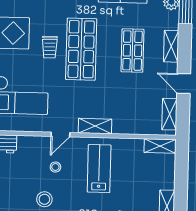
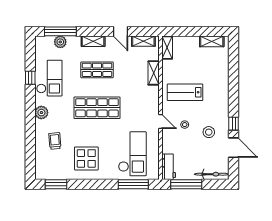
trolley: (50, 47) -> (96, 131), removed
door: (184, 83) -> (120, 31), hinge flipped
shelving: (95, 126) -> (154, 73), moved

